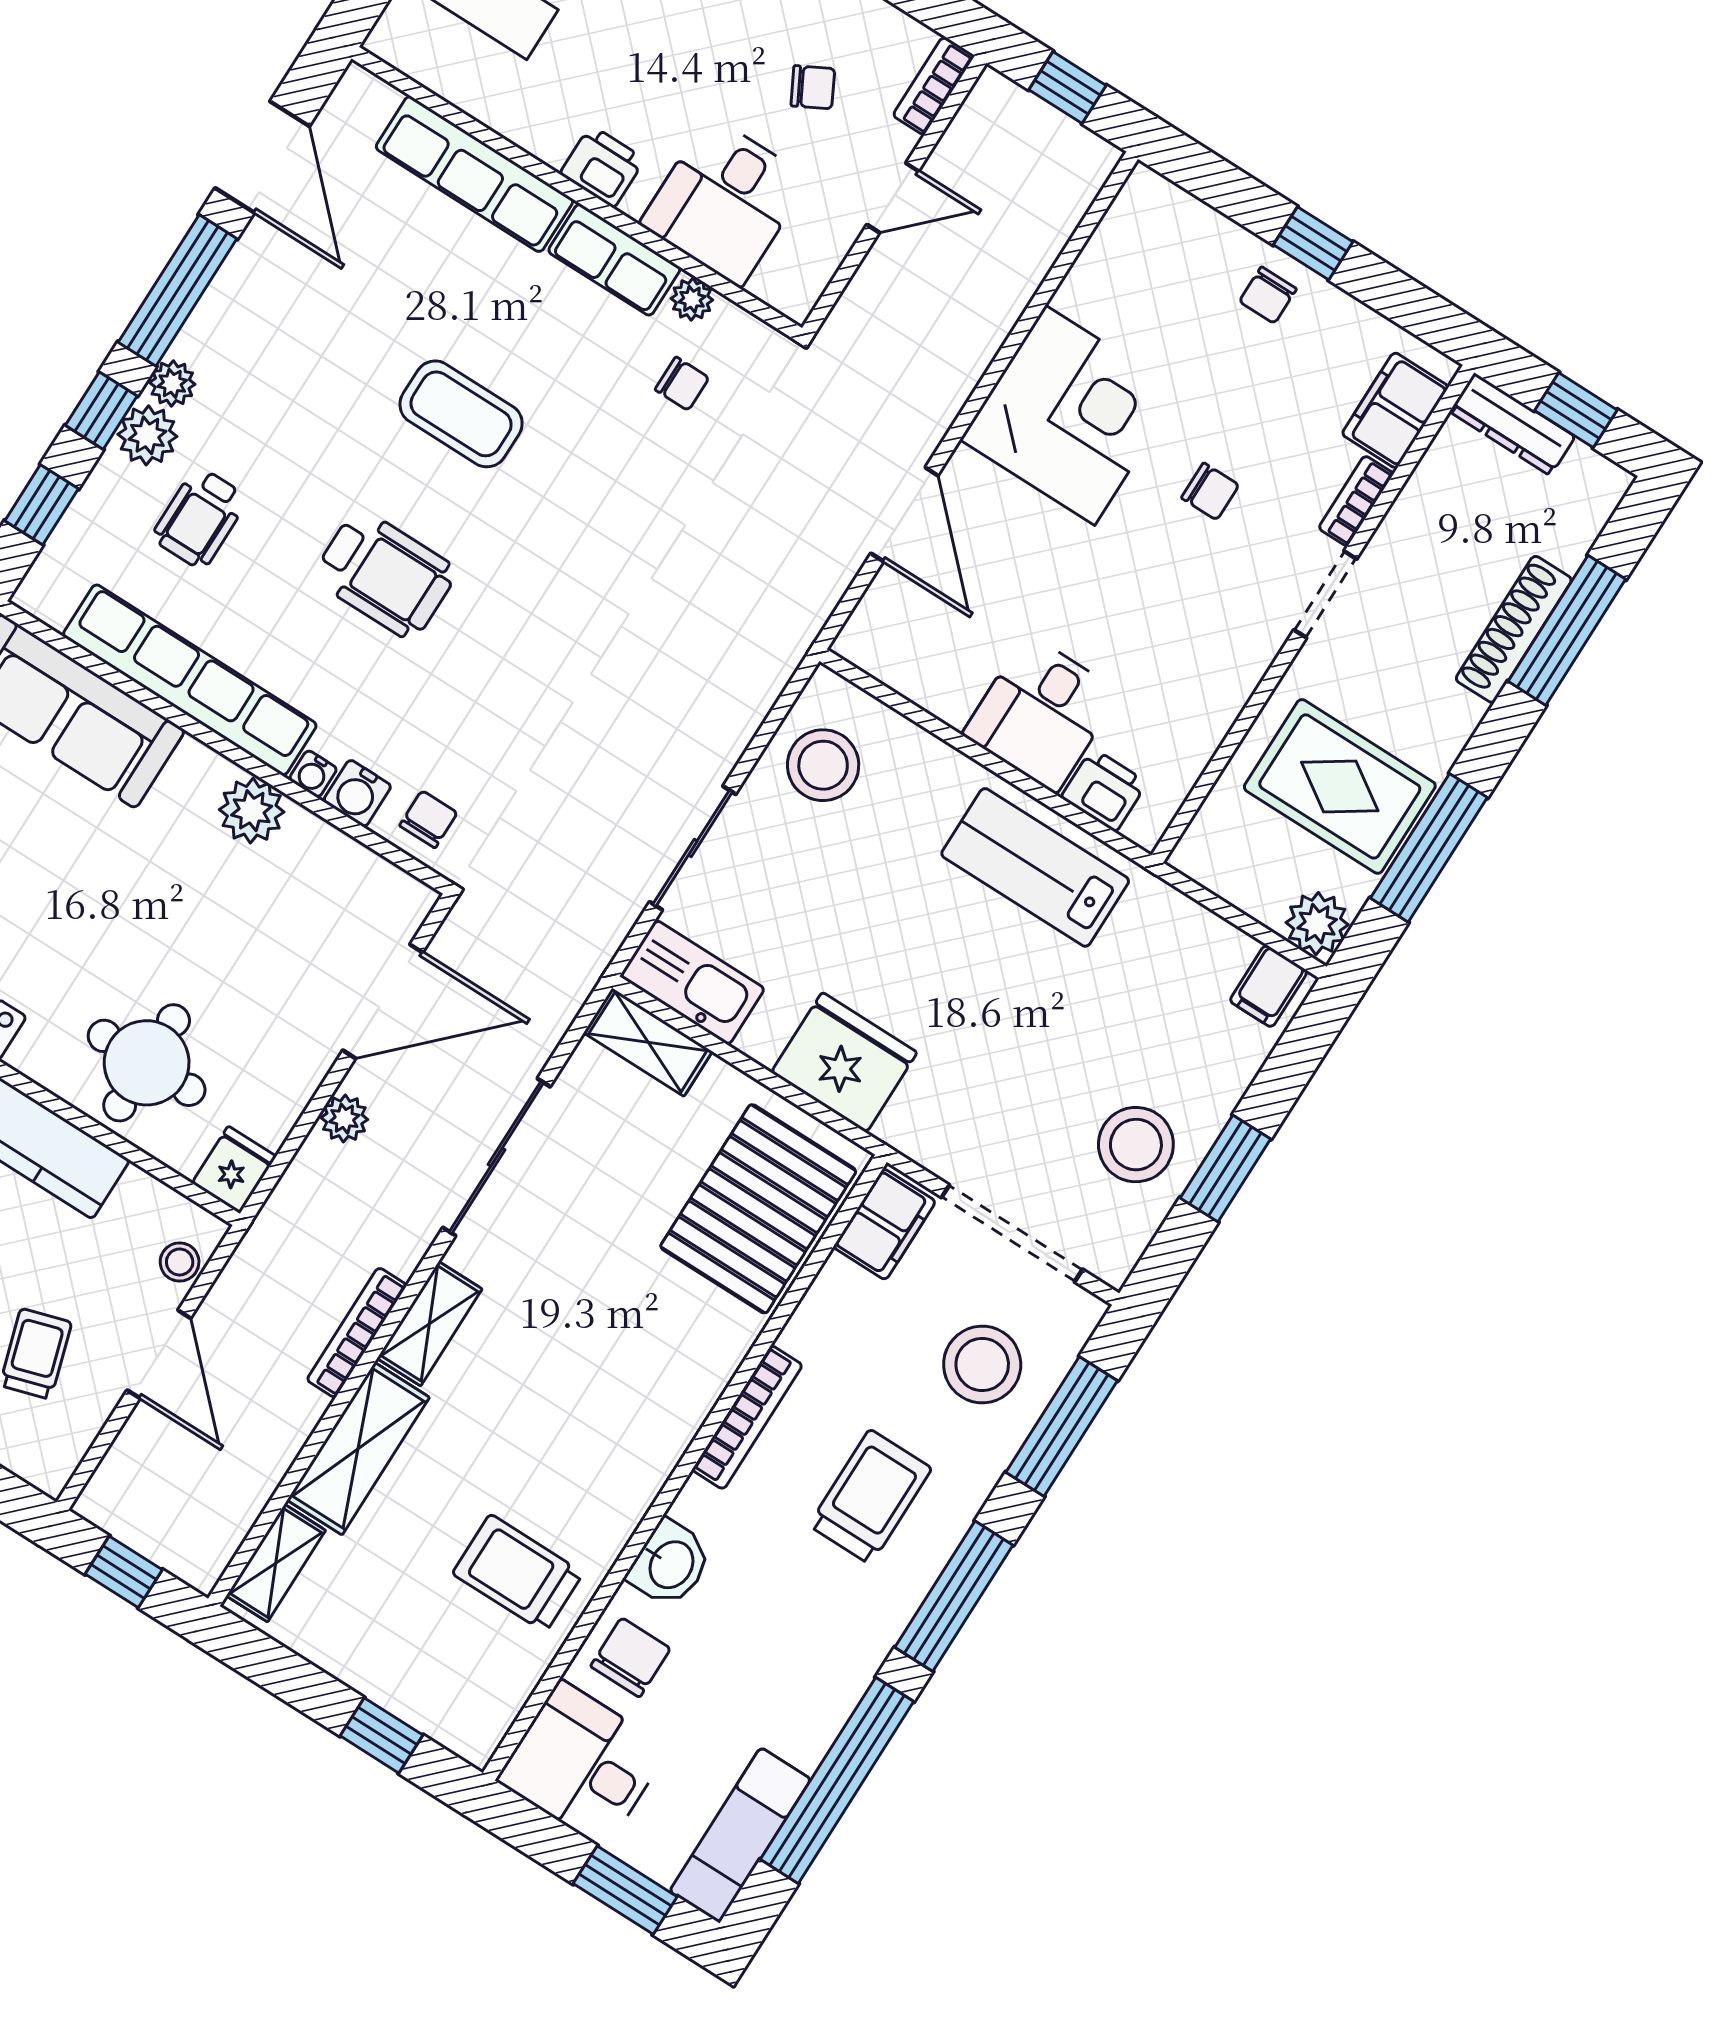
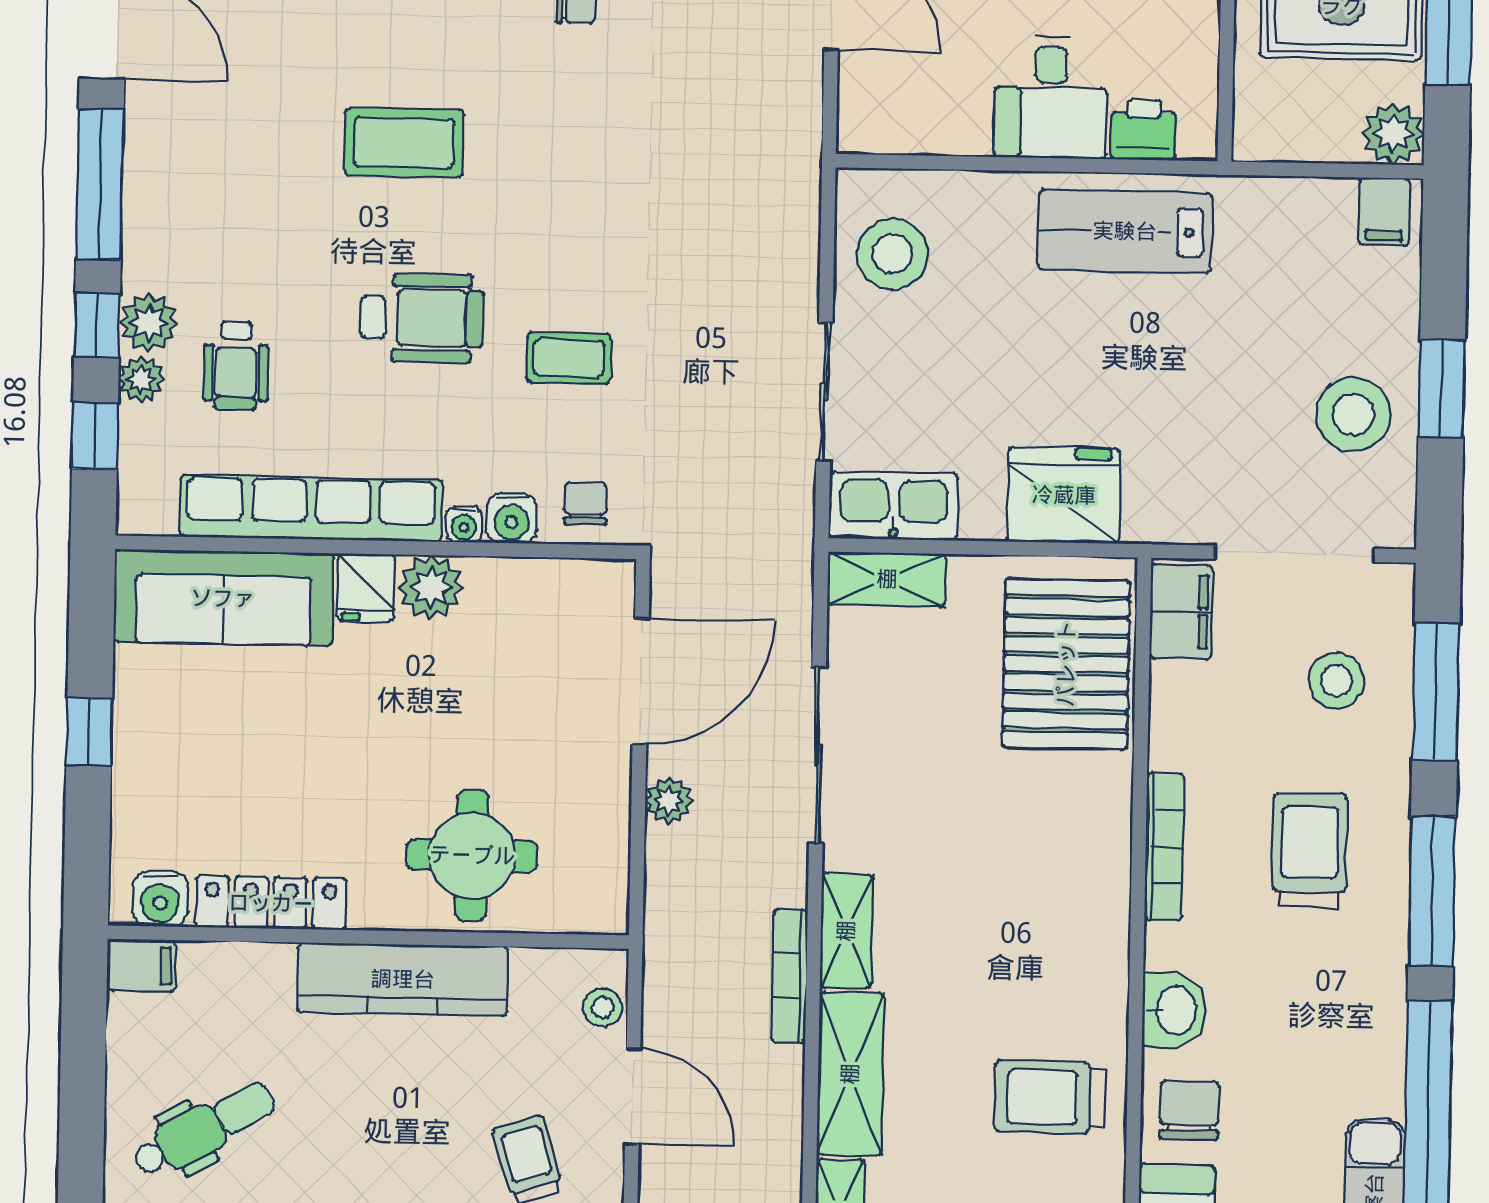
plant: (172, 383) -> (141, 379), moved
coffee table: (490, 685) -> (569, 358), added
fridge: (234, 1170) -> (366, 588), moved, turned 180
stool: (982, 1364) -> (1337, 680), width x0.73, depth x0.73

